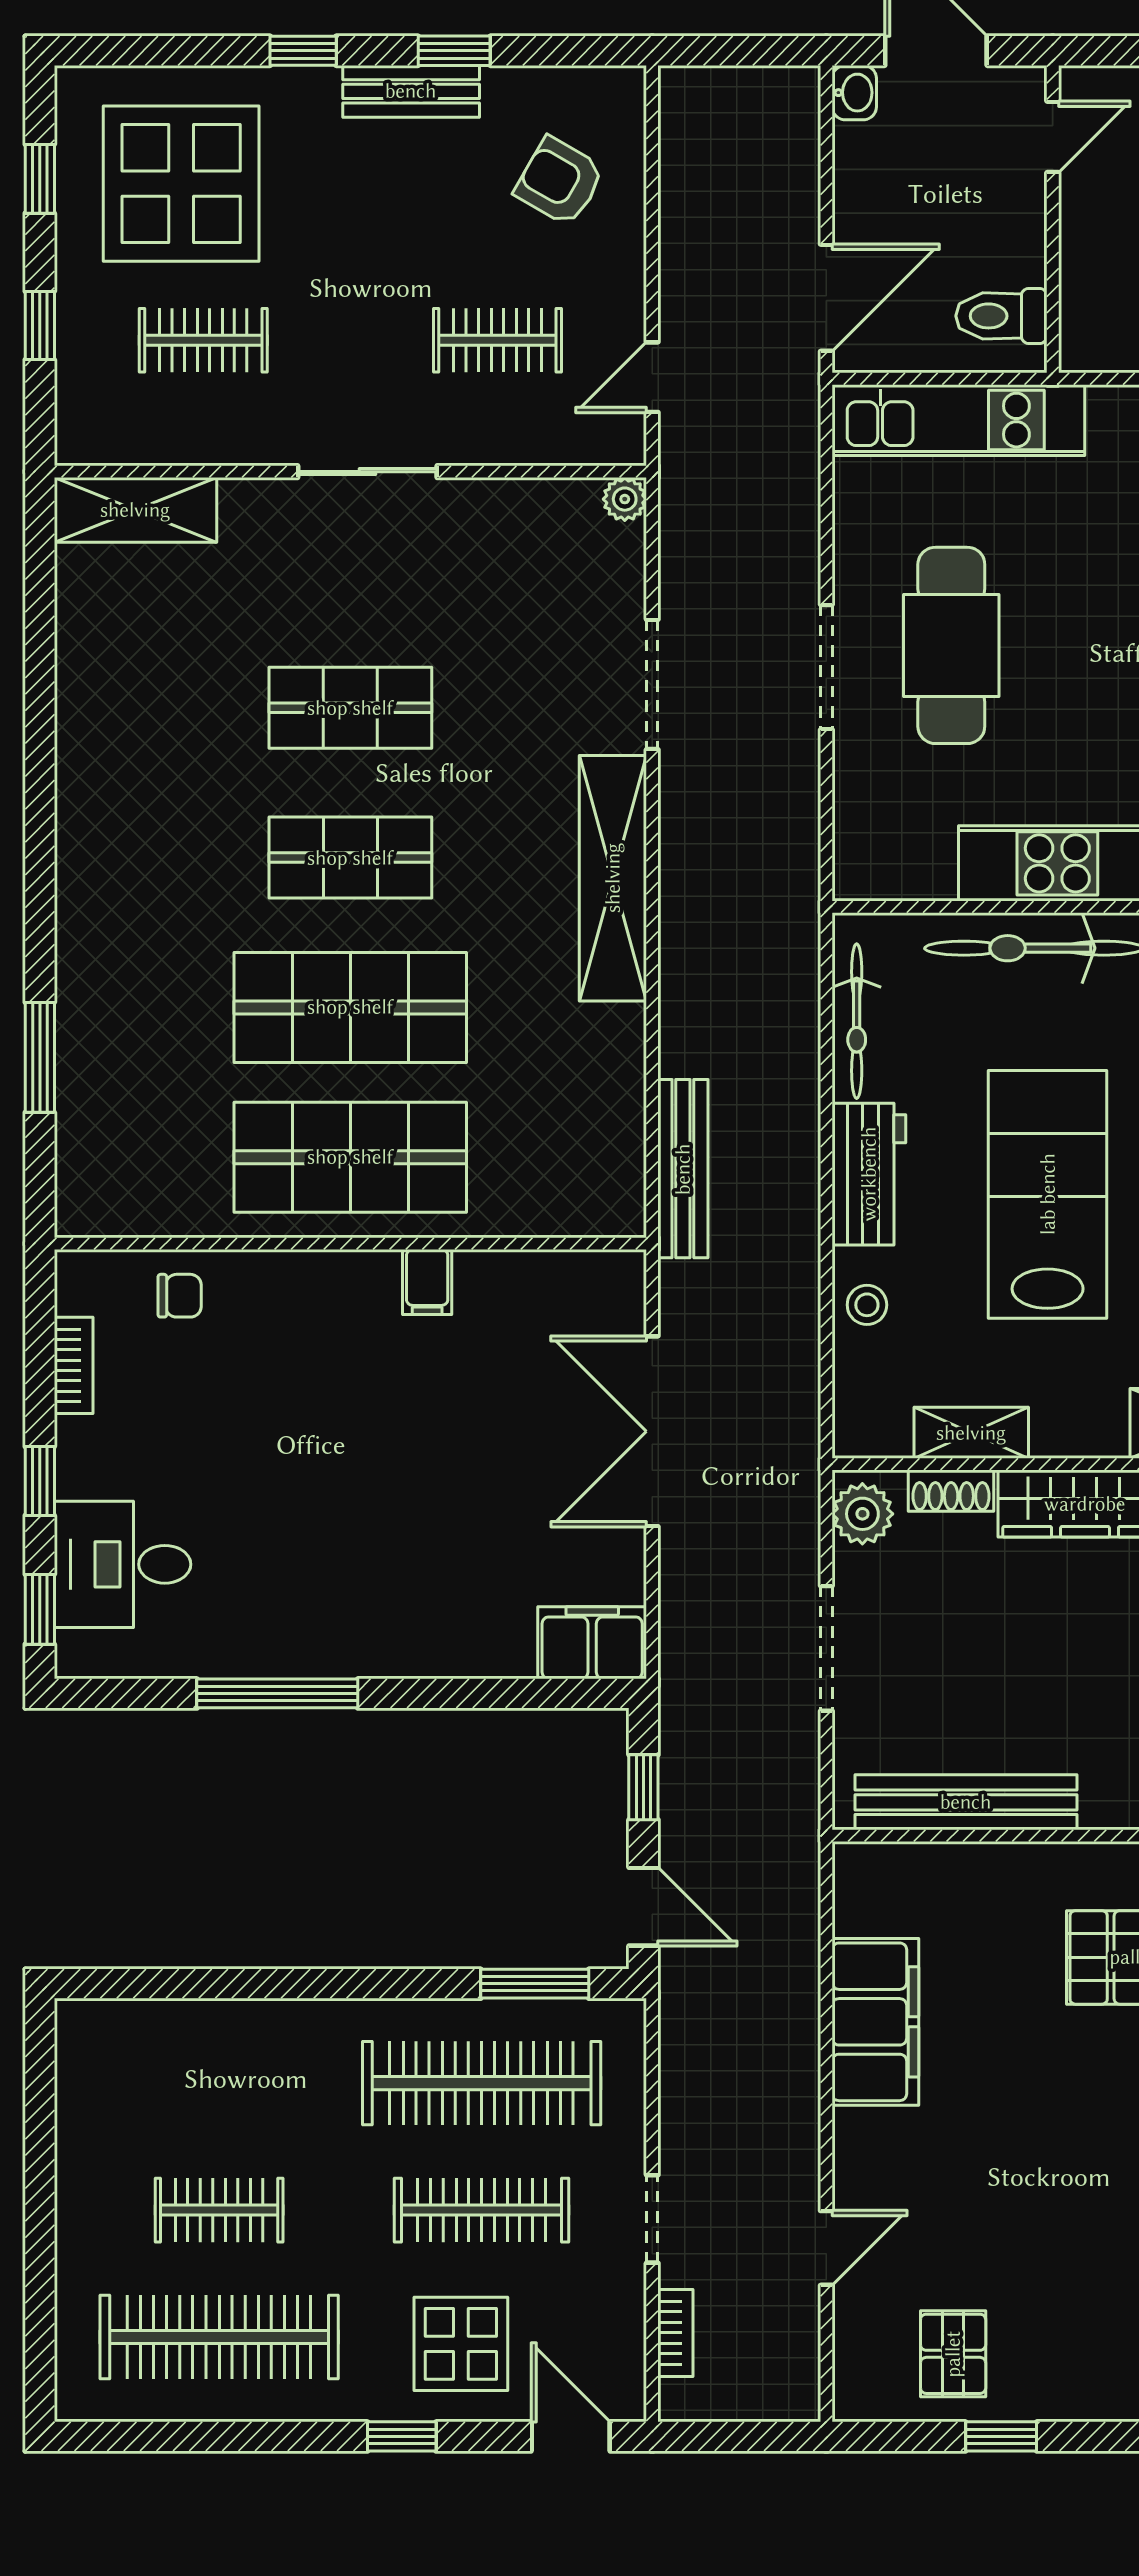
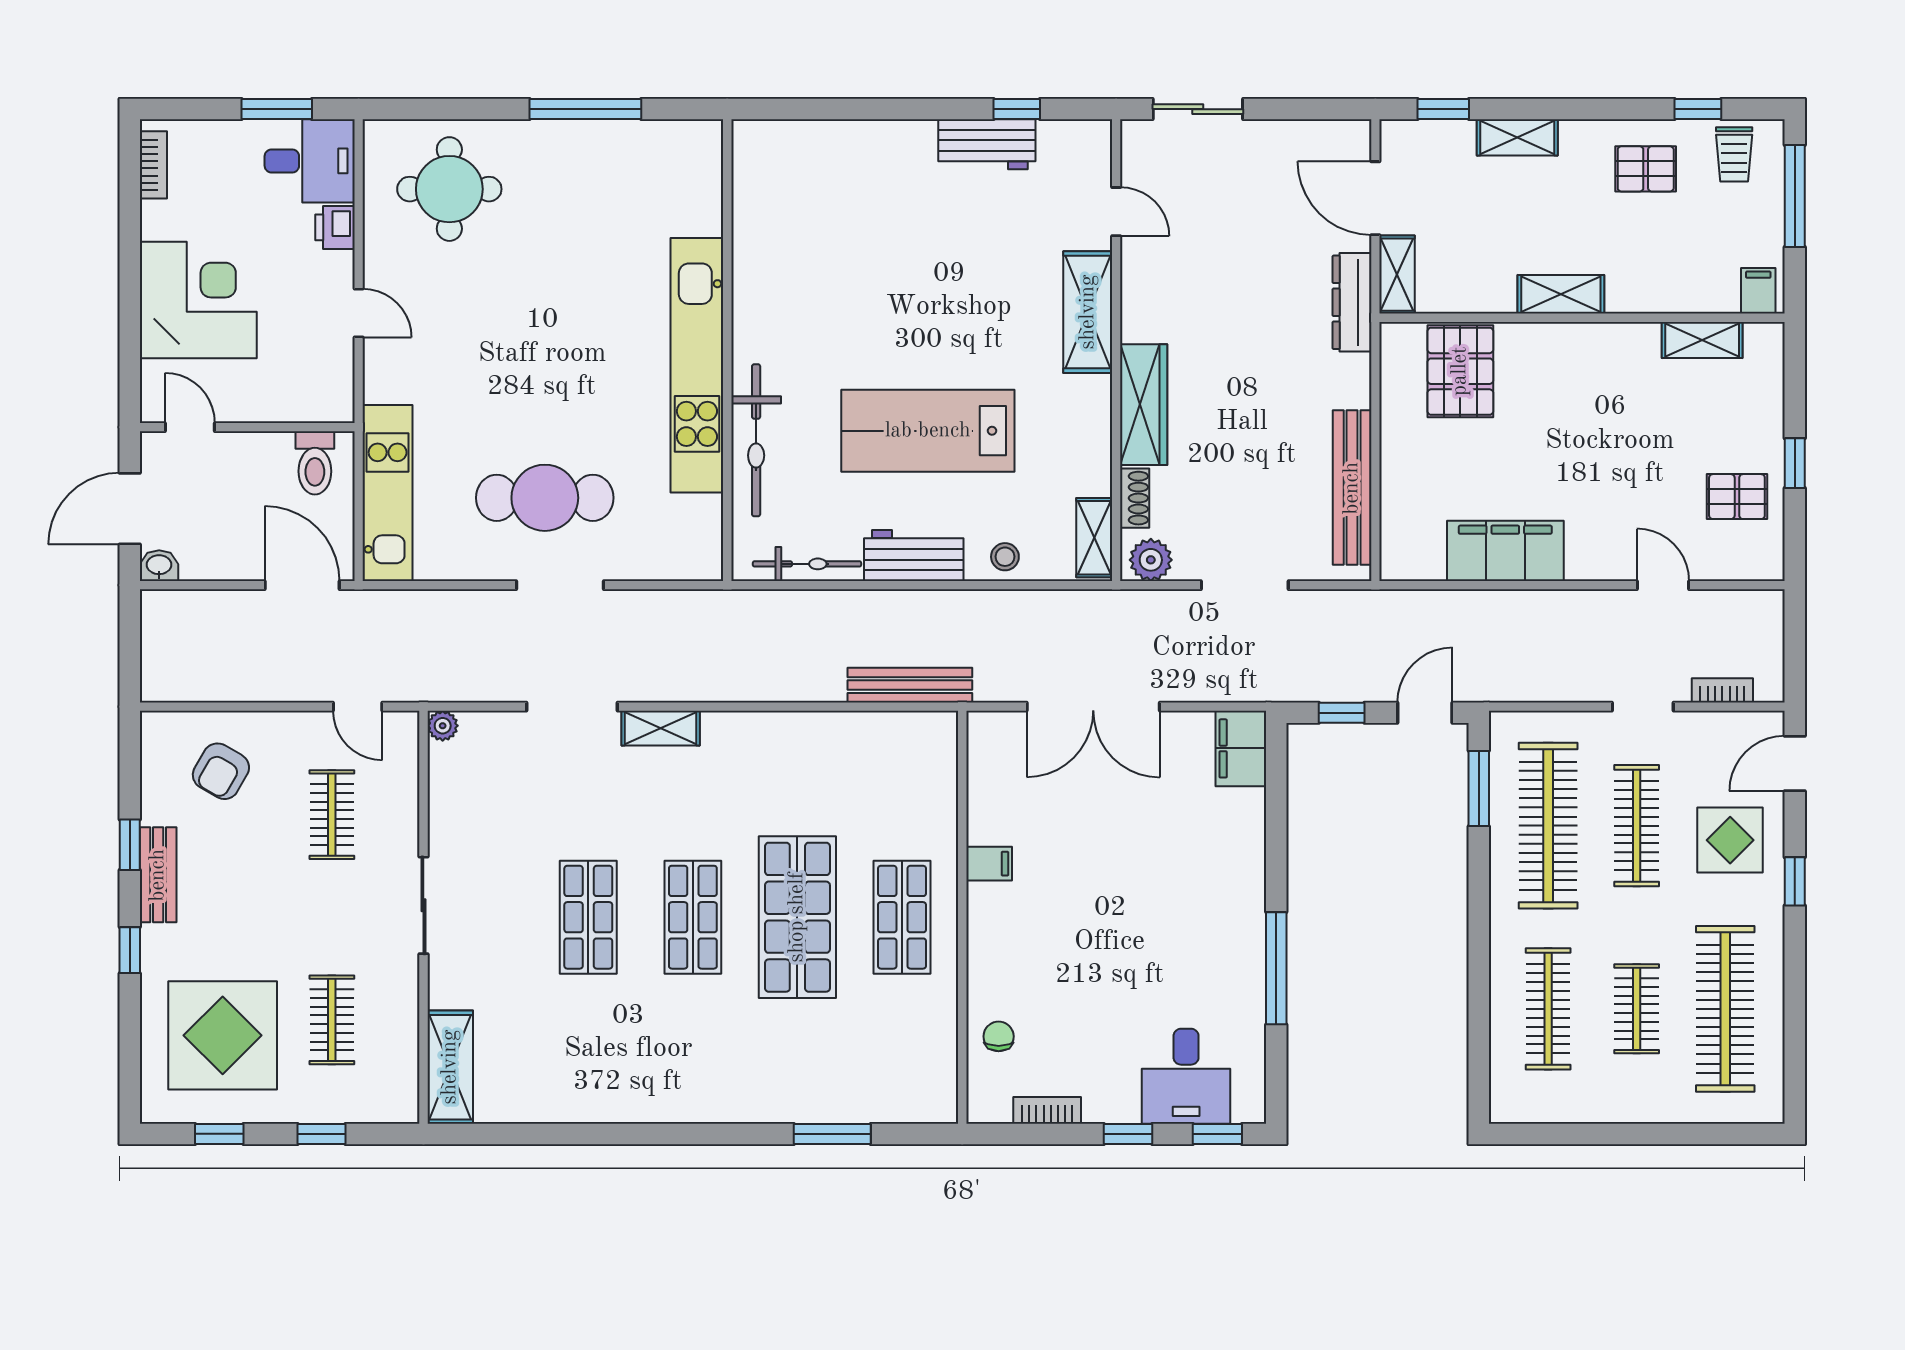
shelving: (613, 878) -> (661, 728), width x0.45, depth x0.75
shop shelf: (350, 1157) -> (902, 917), width x0.70, depth x0.74
shelving: (971, 1433) -> (1094, 538), moved
clothes rail: (219, 2083) -> (1548, 1009), added

